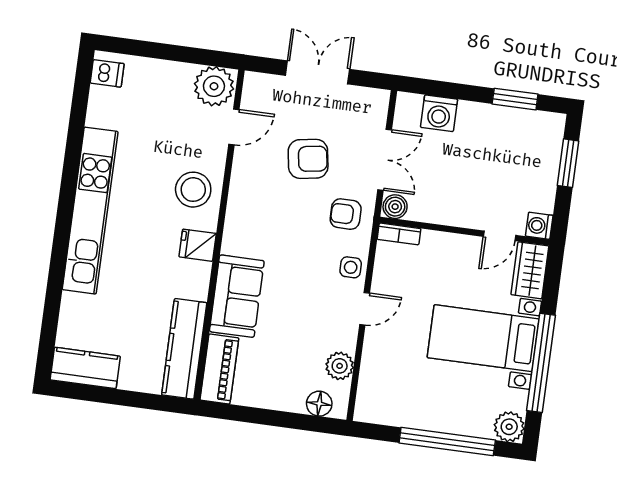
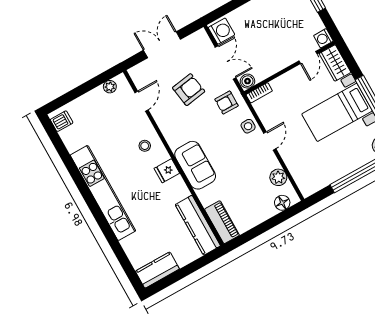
plant: (214, 86) -> (110, 87), width x0.53, depth x0.53
washing machine: (439, 113) -> (222, 31), moved, turned -90
stool: (193, 190) -> (145, 146), width x0.53, depth x0.53
sofa: (237, 296) -> (195, 165), moved

